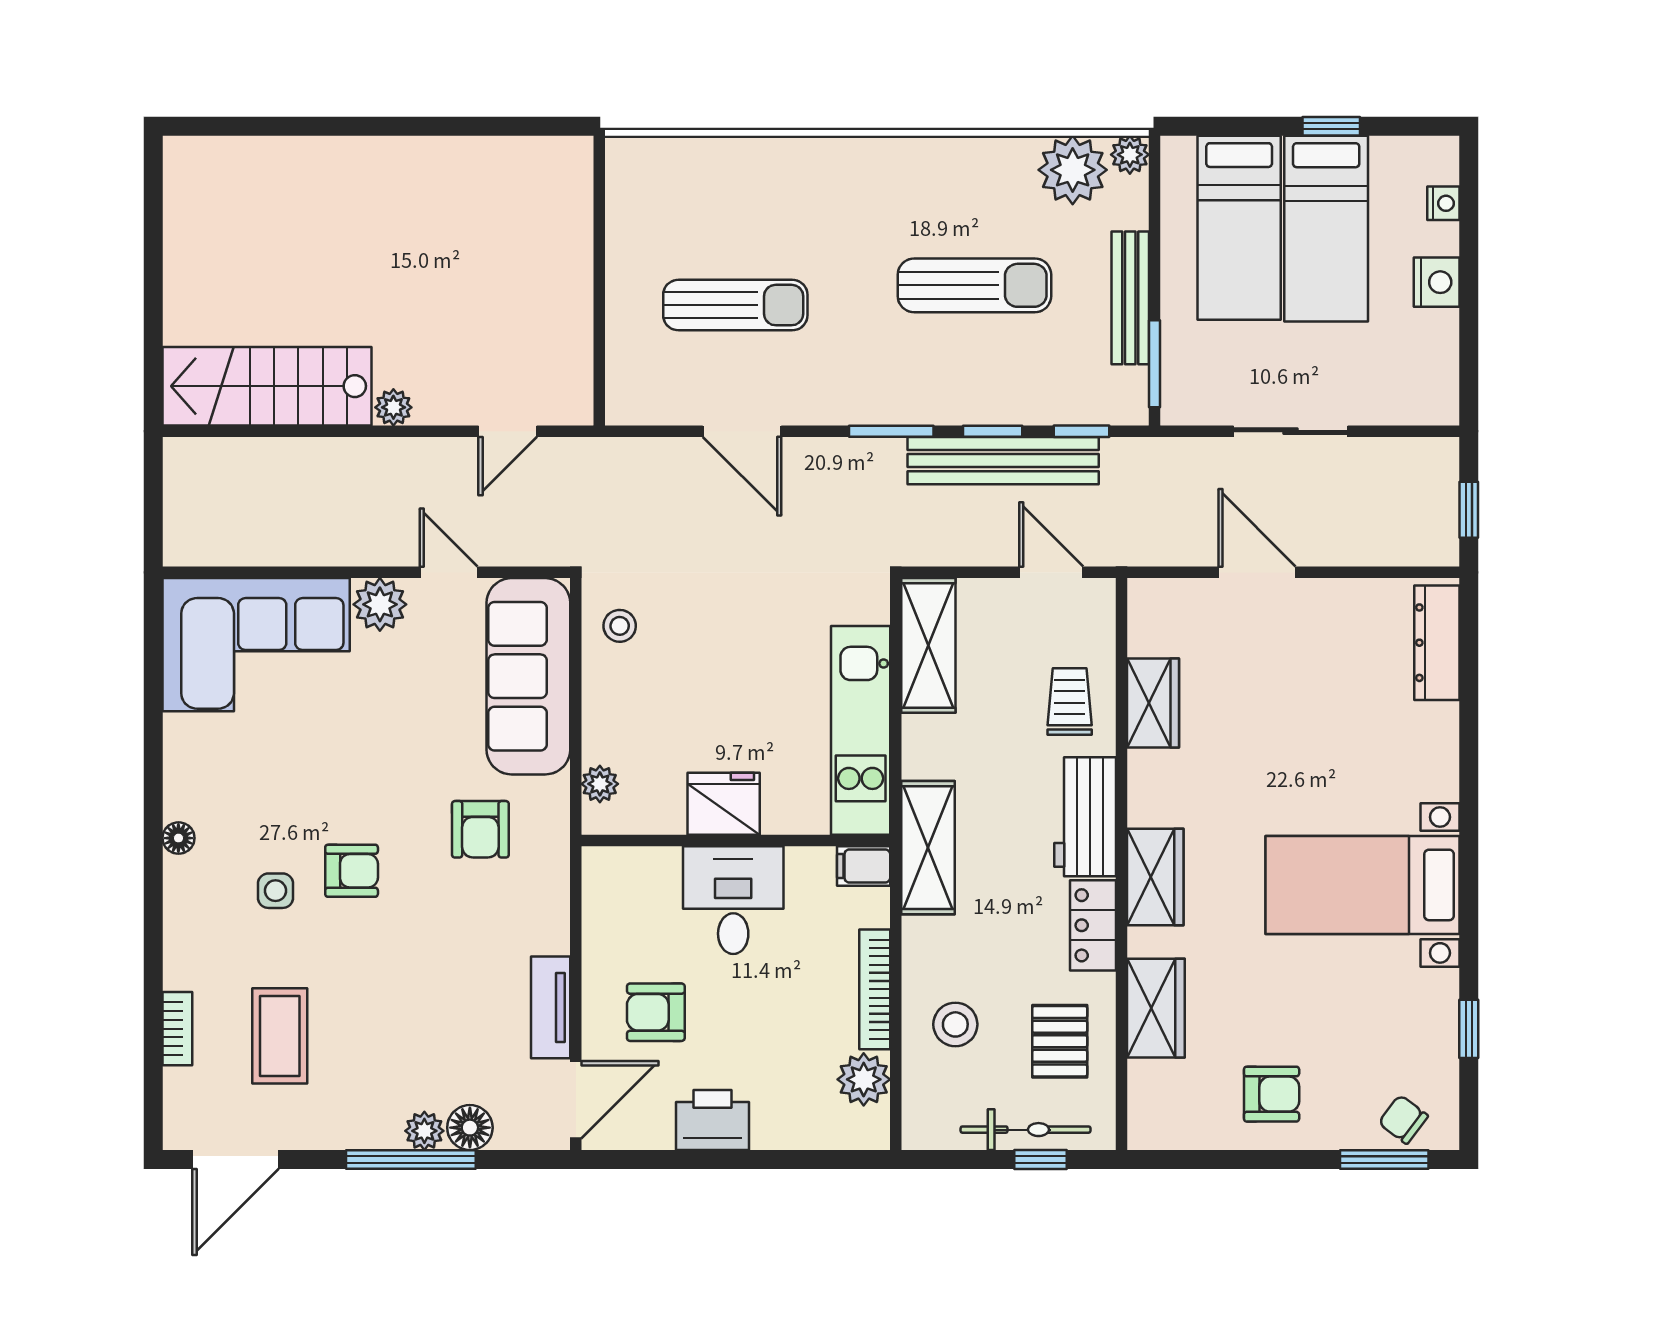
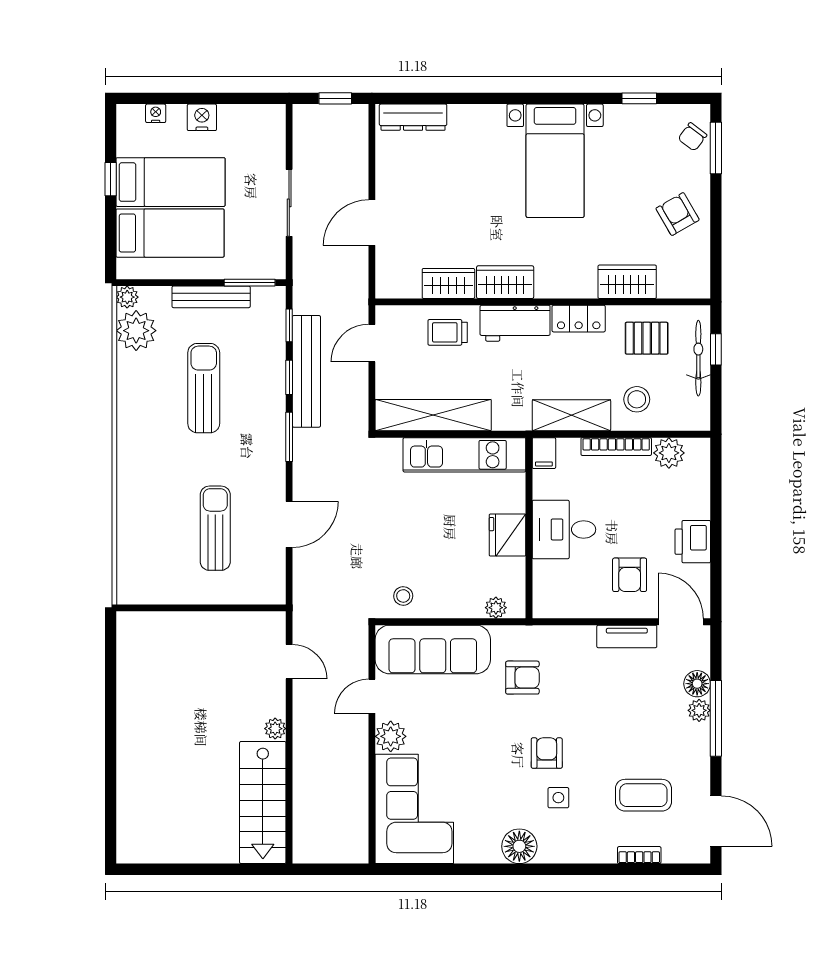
shelving: (928, 645) -> (433, 415), width x1.47
floor lamp: (178, 838) -> (519, 846), width x1.89, depth x1.89
shelving: (928, 848) -> (571, 415), moved
wardrobe: (1155, 877) -> (505, 282), moved
armchair: (1272, 1094) -> (678, 214), turned -30

